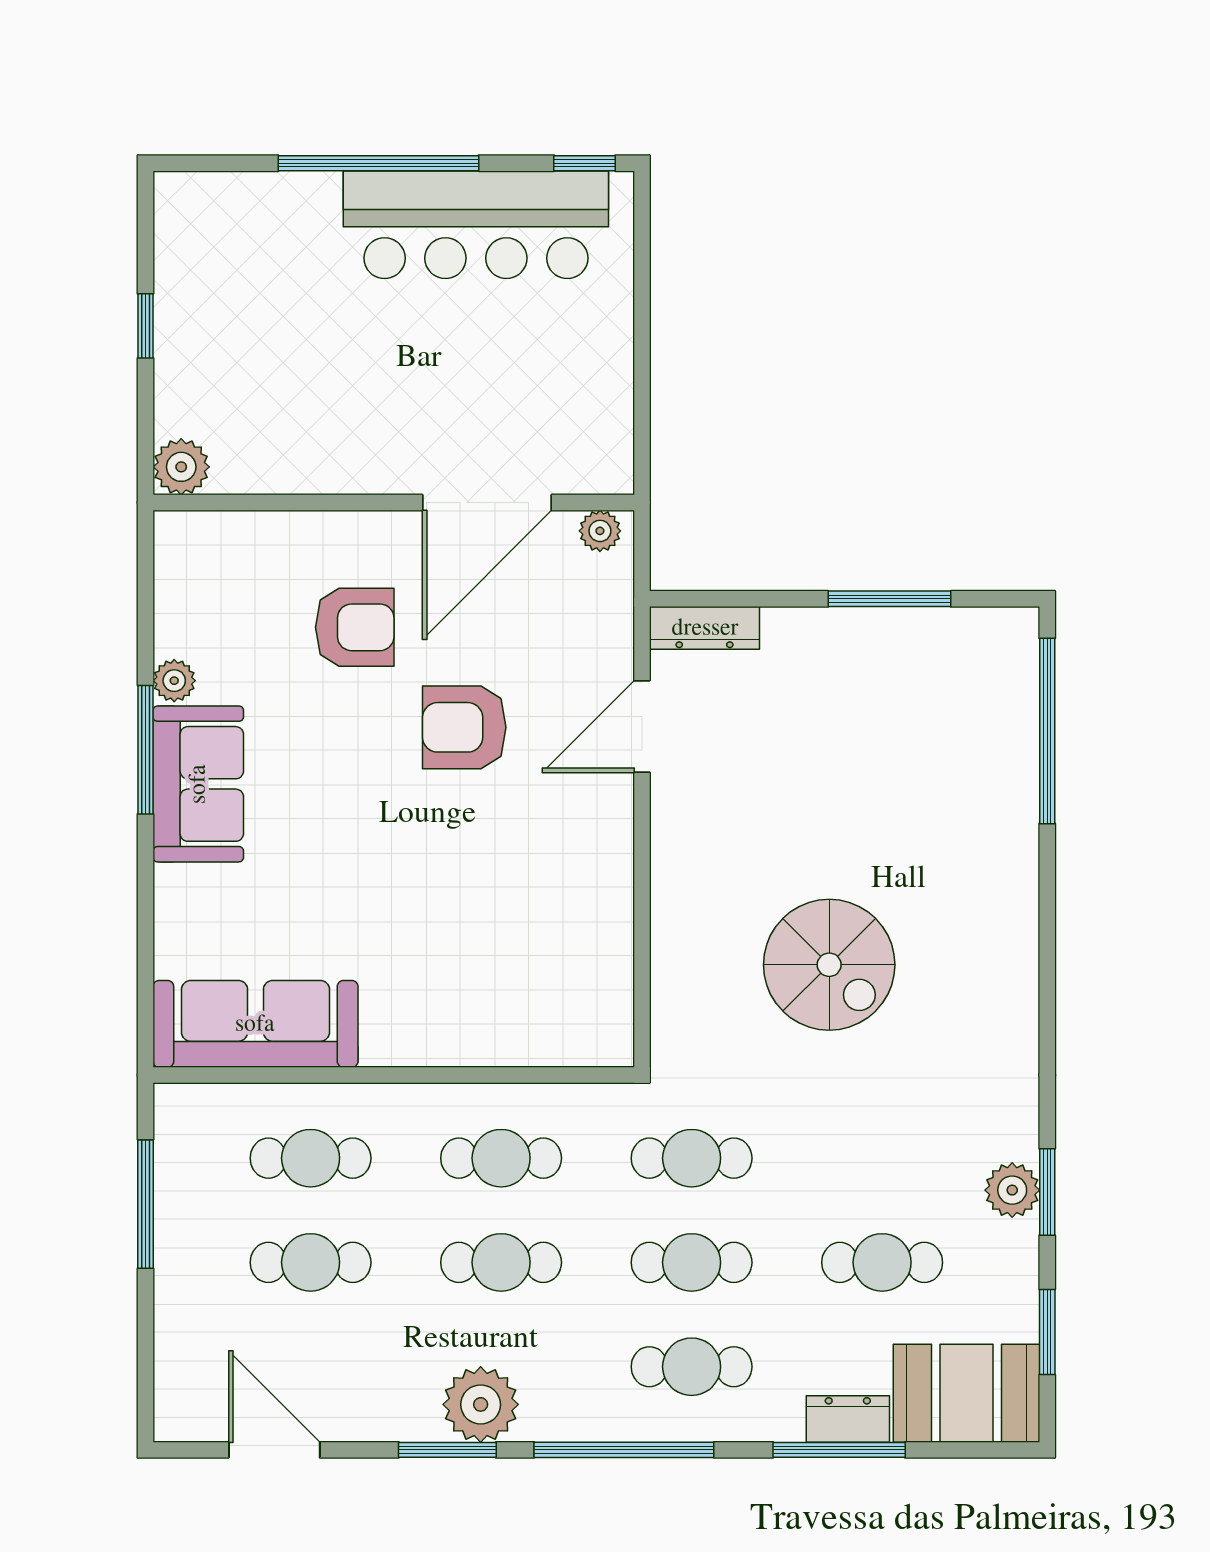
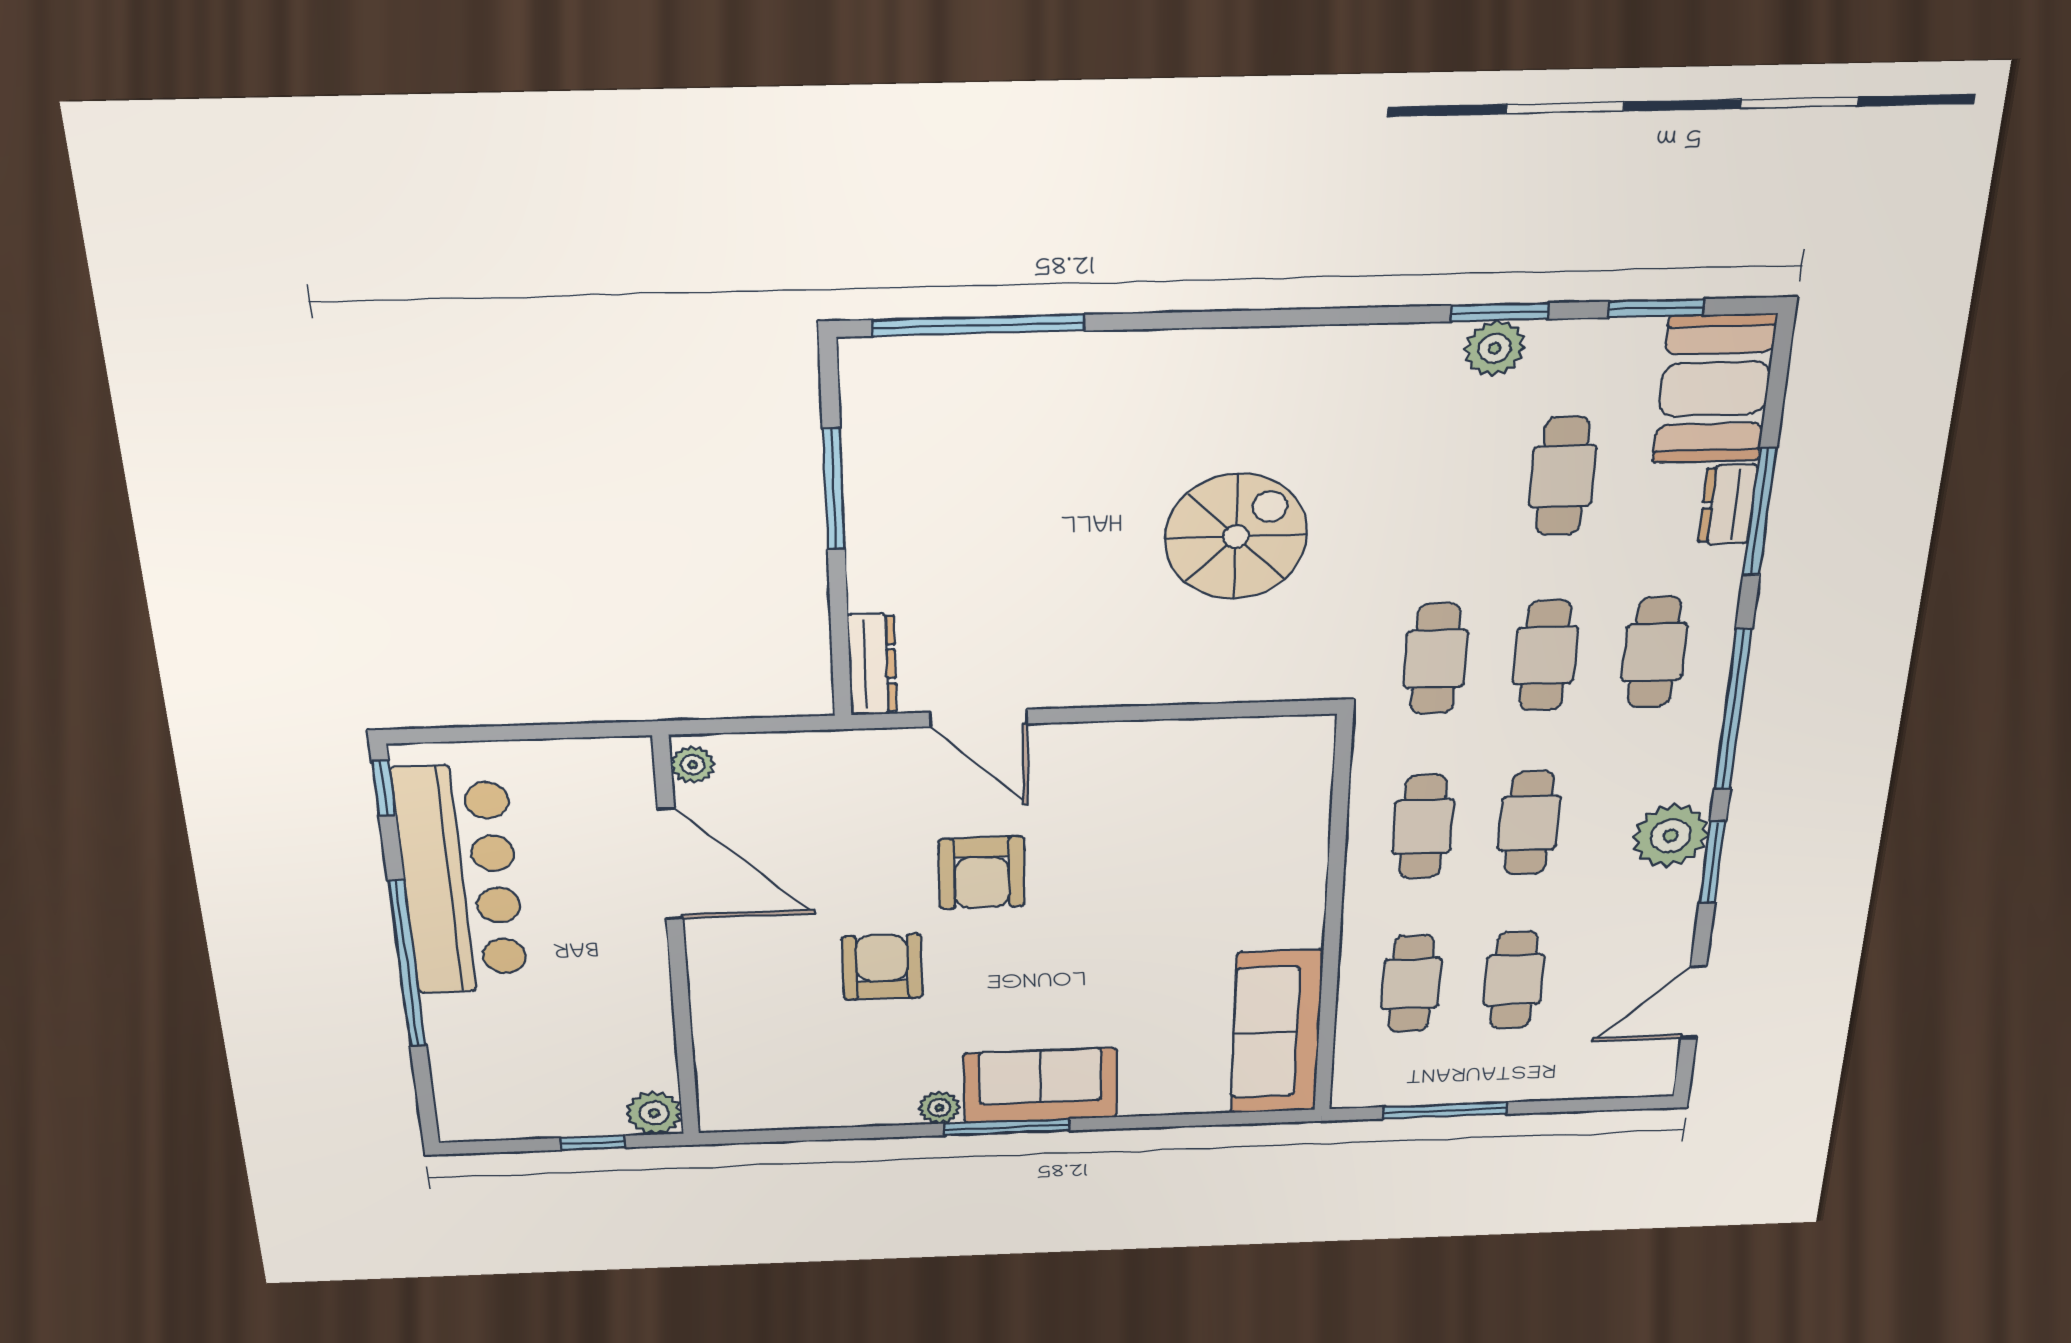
plant: (181, 467) -> (654, 1113), moved
wall: (394, 503) -> (676, 942), moved
door: (487, 503) -> (670, 864), moved
plant: (600, 531) -> (693, 765), moved

